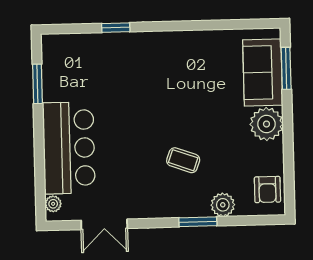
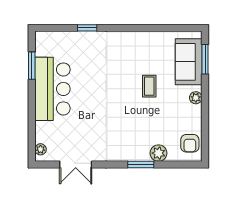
plant: (266, 124) -> (196, 98), width x0.53, depth x0.53
bar counter: (69, 148) -> (52, 89), moved
coffee table: (183, 160) -> (149, 86), moved, turned 70

